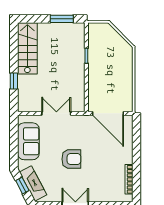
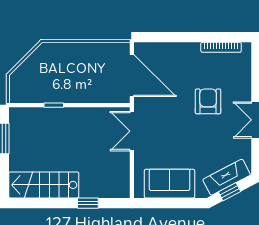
double door: (56, 113) -> (132, 131), moved
door: (108, 113) -> (132, 76), hinge flipped
armchair: (71, 159) -> (208, 101), moved

